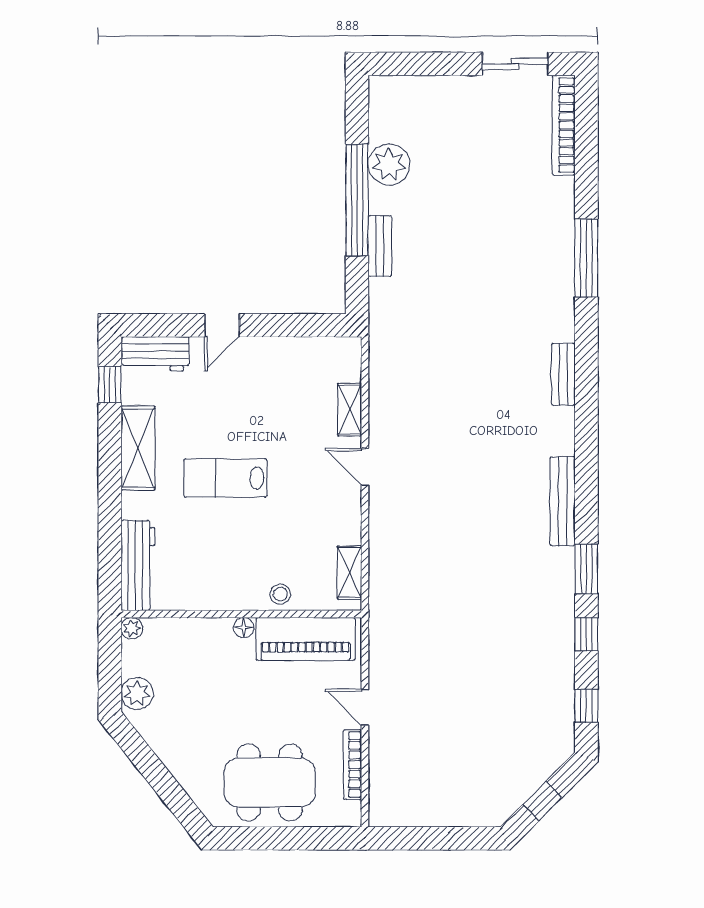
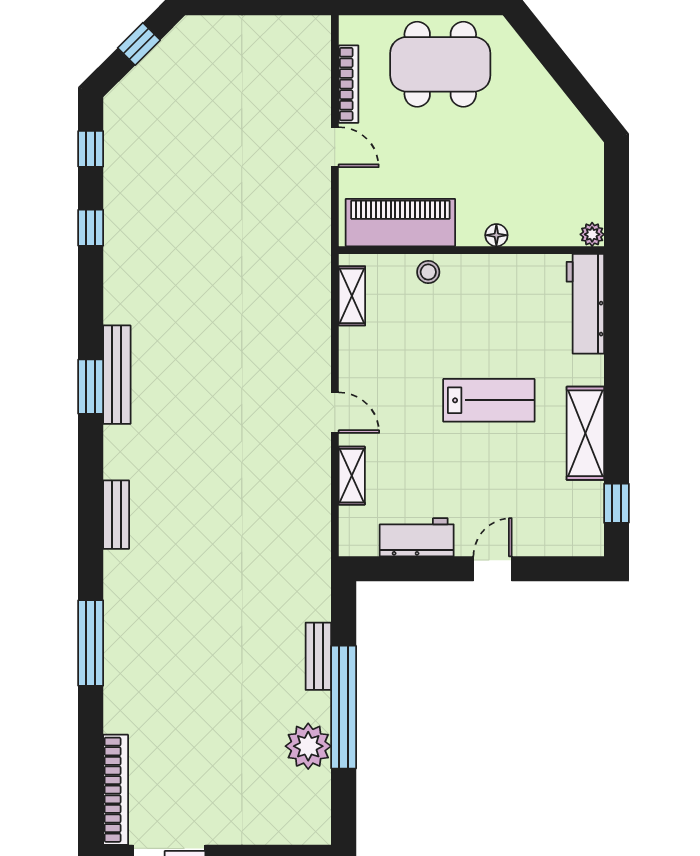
workbench: (155, 354) -> (417, 537), moved
window: (586, 569) -> (91, 387), moved
floor lamp: (244, 628) -> (496, 235), moved
plant: (137, 693) -> (586, 163), removed

